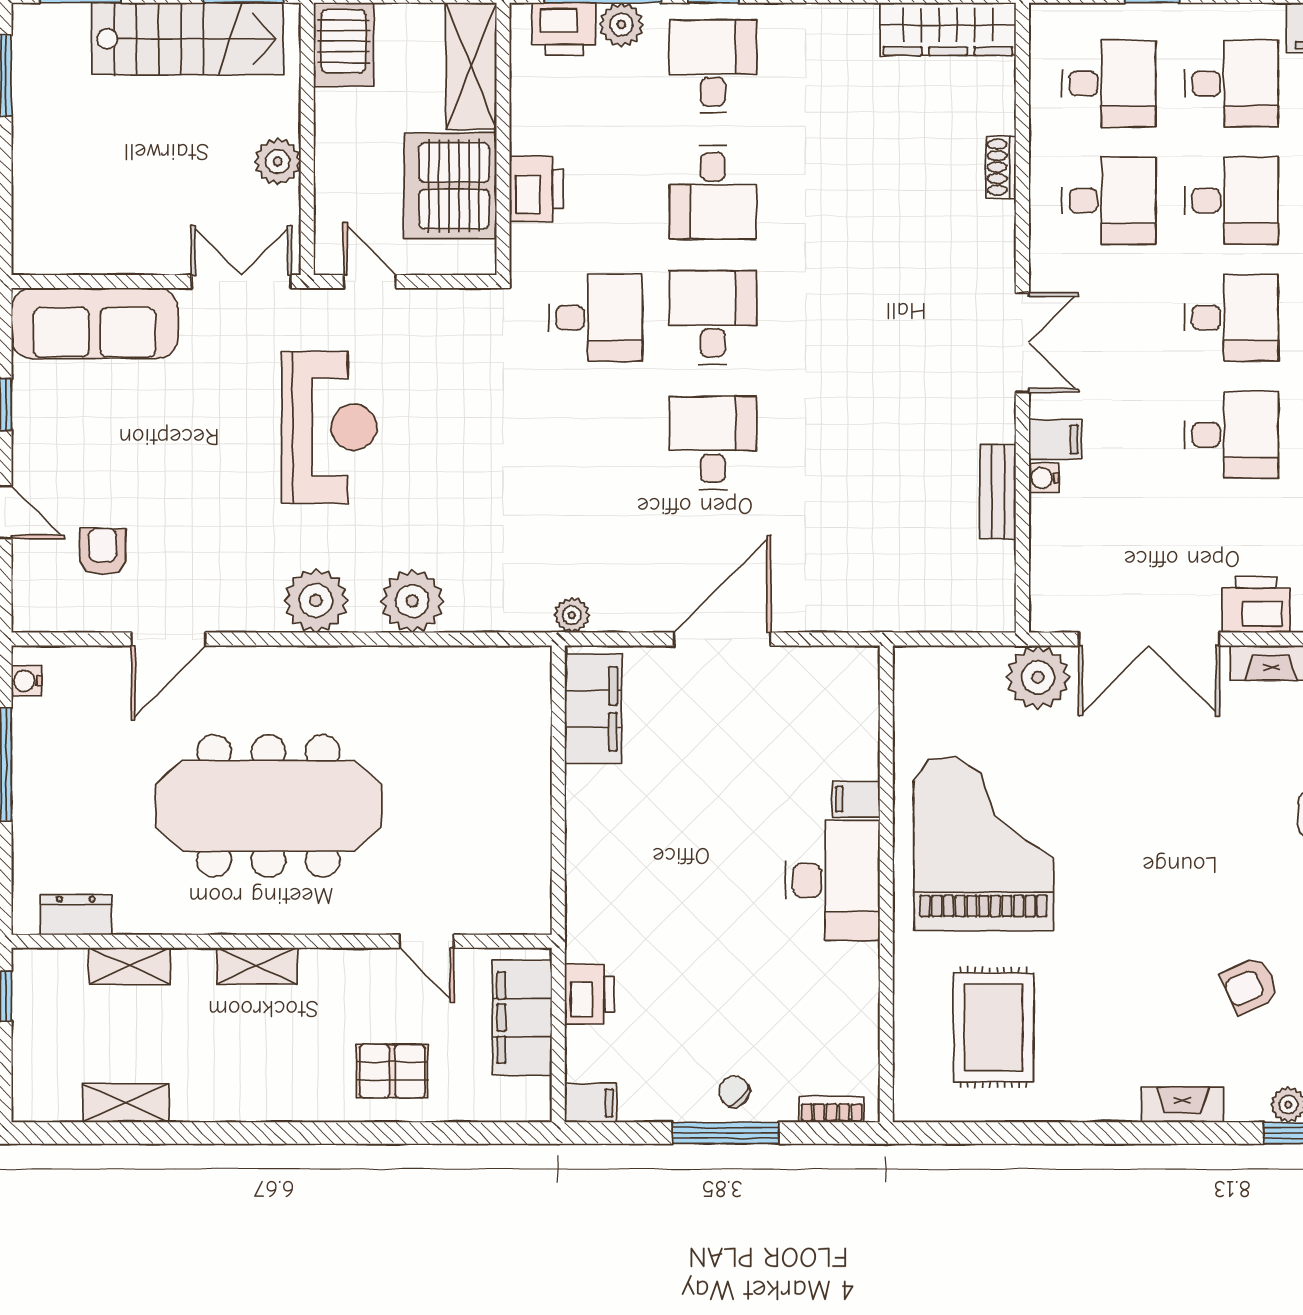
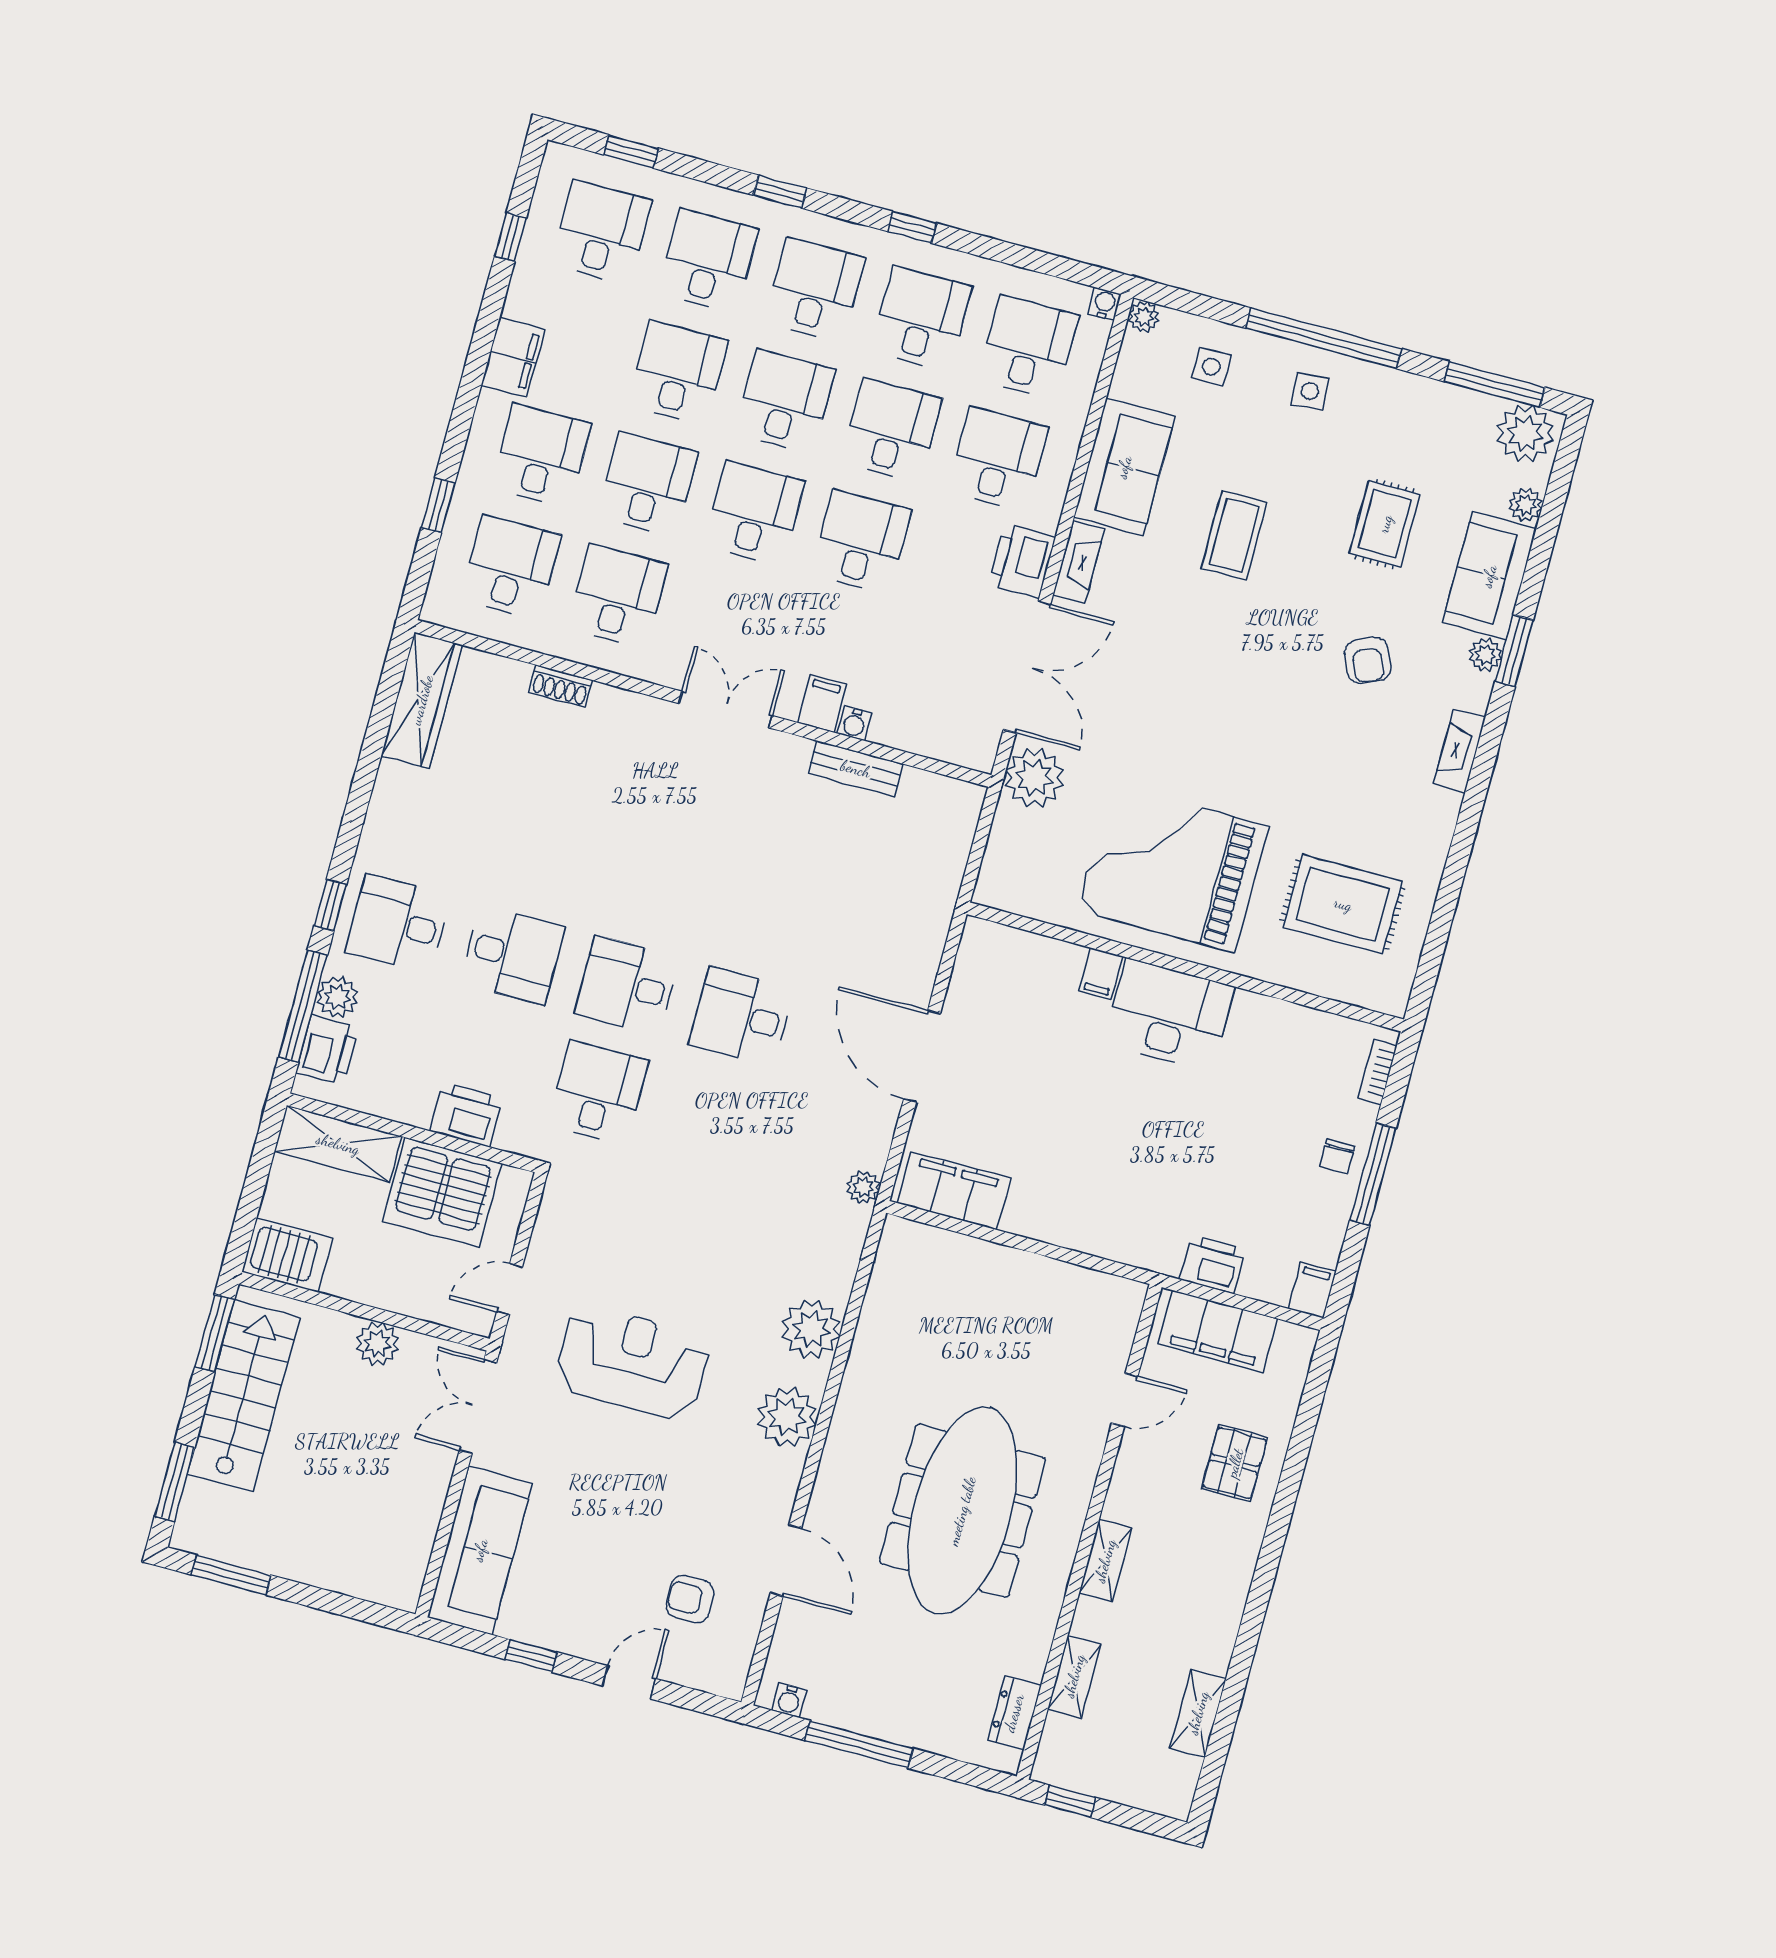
chair: (734, 1091) -> (1337, 1156), turned -42

